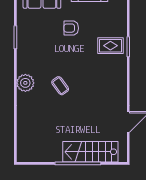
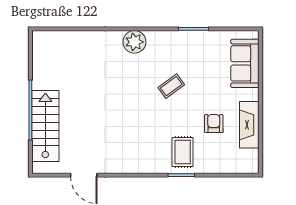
armchair: (71, 28) -> (214, 124), moved
coffee table: (60, 86) -> (171, 86), moved

